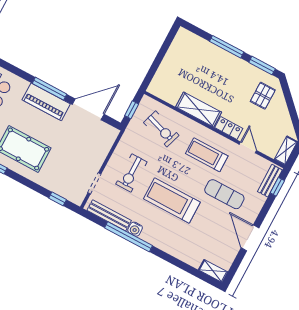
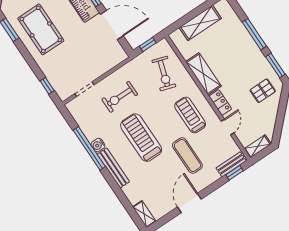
shelving: (170, 63) -> (200, 23), added
bench: (109, 215) -> (113, 168), moved

